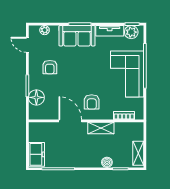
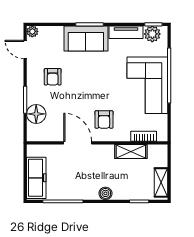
plant: (45, 30) -> (32, 31), moved
shelving: (101, 128) -> (131, 151), moved
freezer: (36, 154) -> (36, 178), width x1.40
boiler: (107, 162) -> (105, 193), moved

